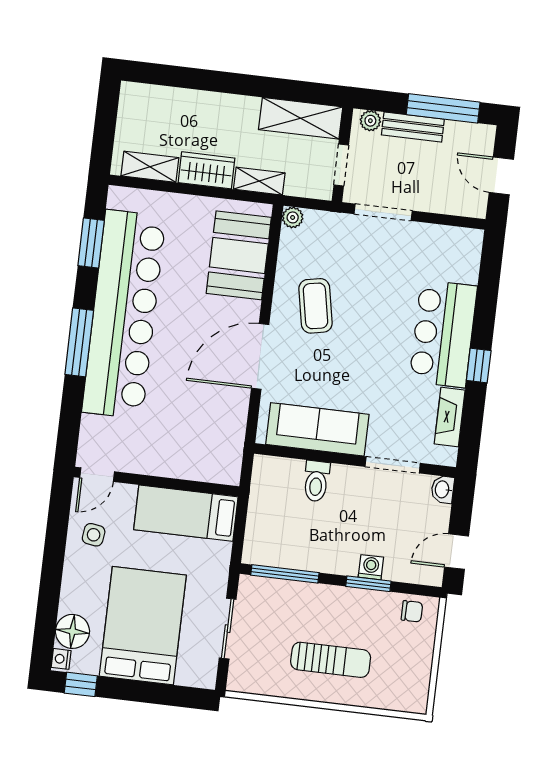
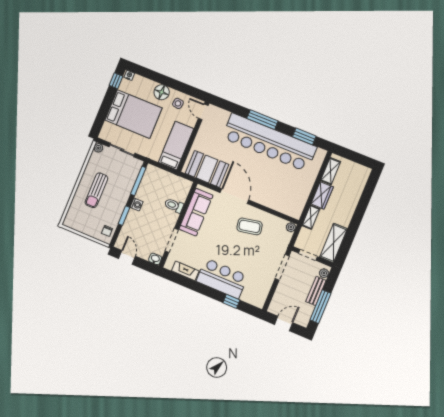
booth: (239, 255) -> (207, 169), moved
window: (479, 366) -> (231, 301), moved
washing machine: (371, 567) -> (136, 204), moved
floor lamp: (72, 631) -> (162, 92), moved
plant: (237, 682) -> (98, 148), added

